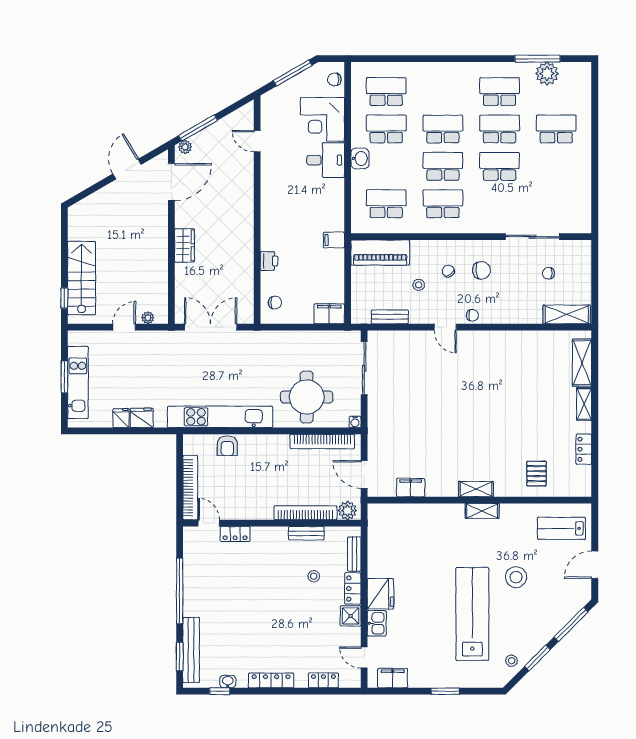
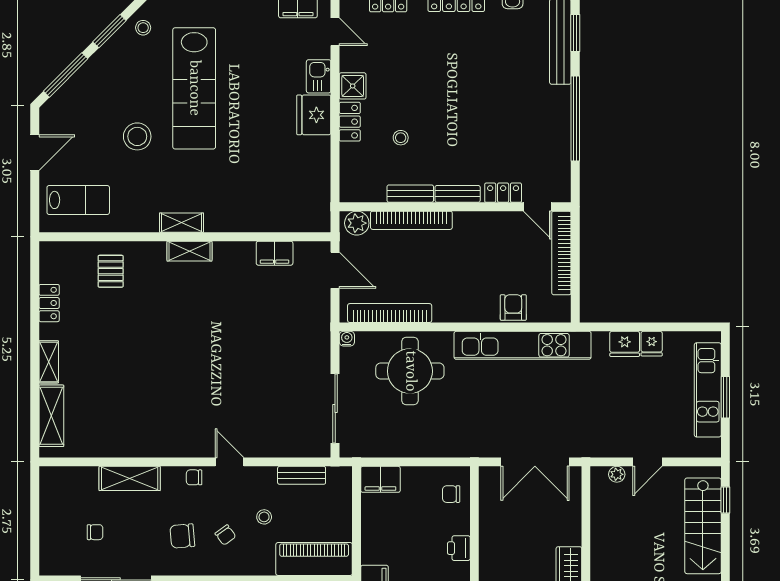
shelving: (567, 314) -> (130, 478), moved
bench: (354, 554) -> (458, 194), moved, turned 90

